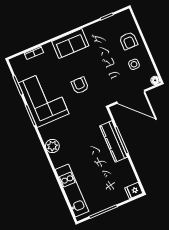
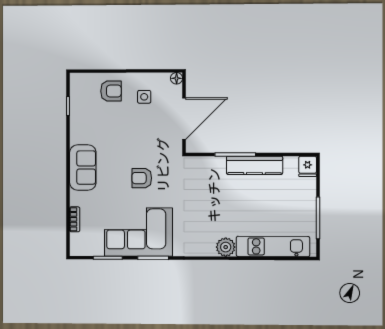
kitchen counter: (114, 141) -> (254, 165), moved
plant: (52, 146) -> (226, 247), moved

